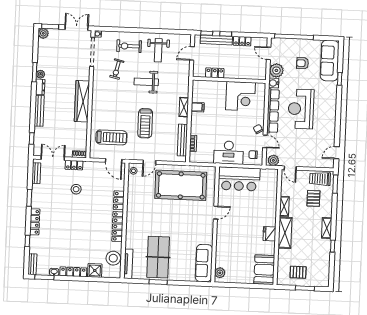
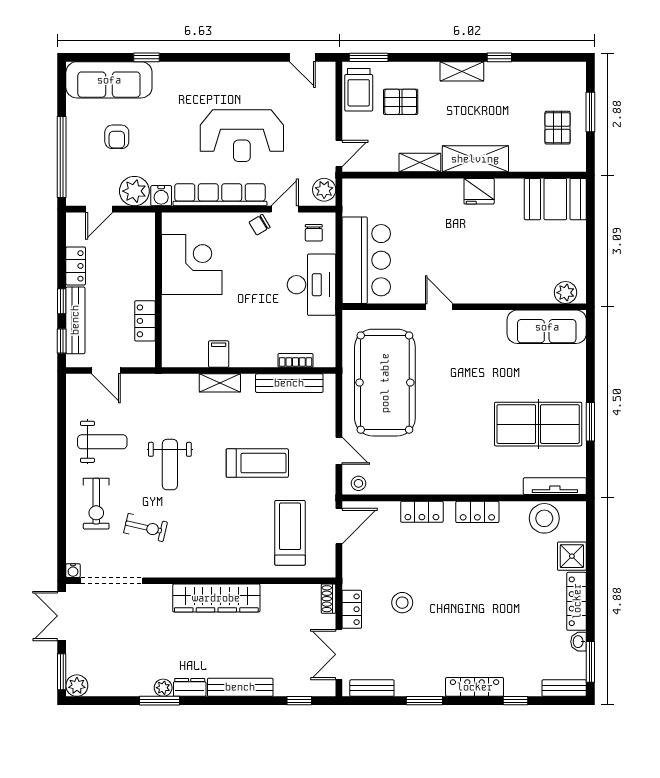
reception desk: (301, 109) -> (242, 136), moved
locker: (118, 227) -> (477, 512), width x0.66

